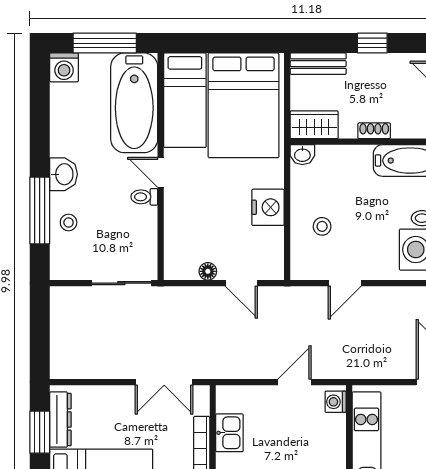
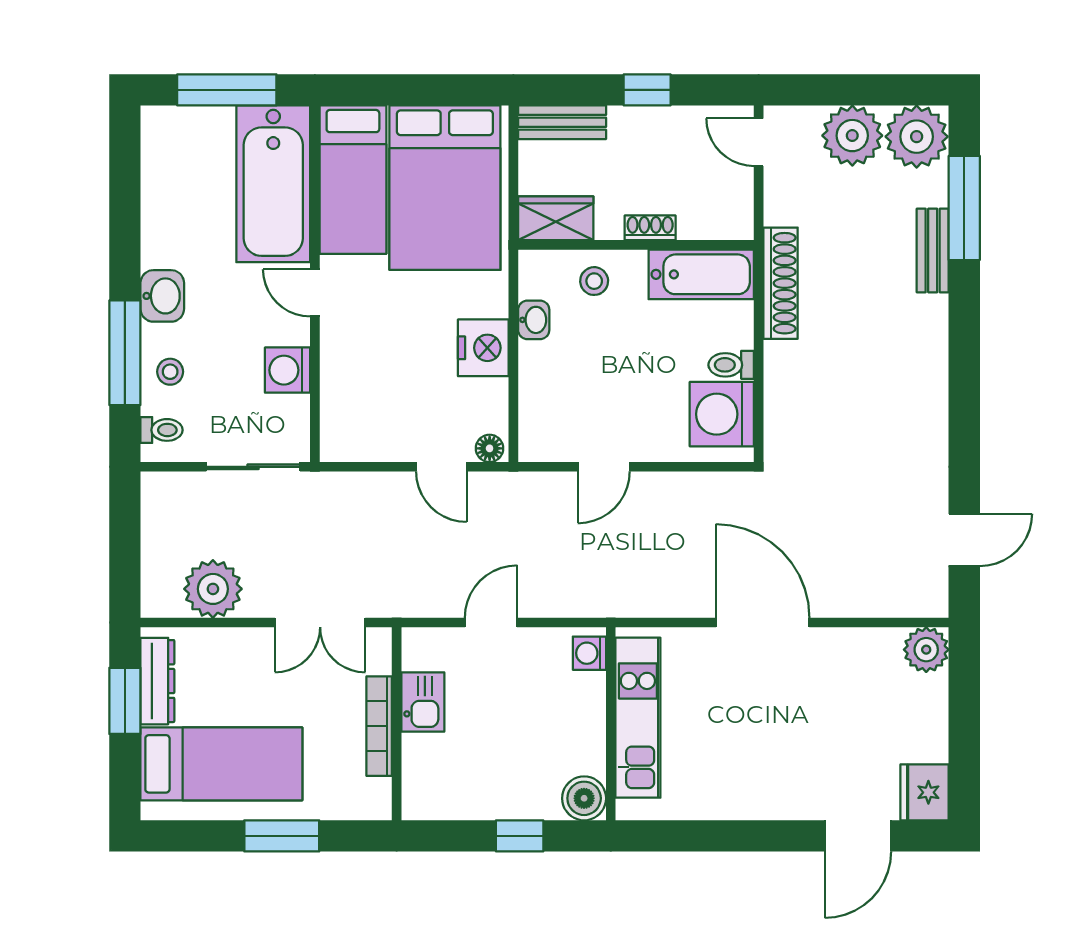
washing machine: (64, 67) -> (288, 370), moved, turned 90
washbasin: (302, 155) -> (534, 320), moved, turned -90
toilet: (144, 197) -> (161, 430), moved, turned 180
stool: (322, 226) -> (594, 281), moved
floor lamp: (208, 271) -> (490, 448), moved
plant: (96, 361) -> (213, 589), added
door: (294, 382) -> (491, 623), moved

